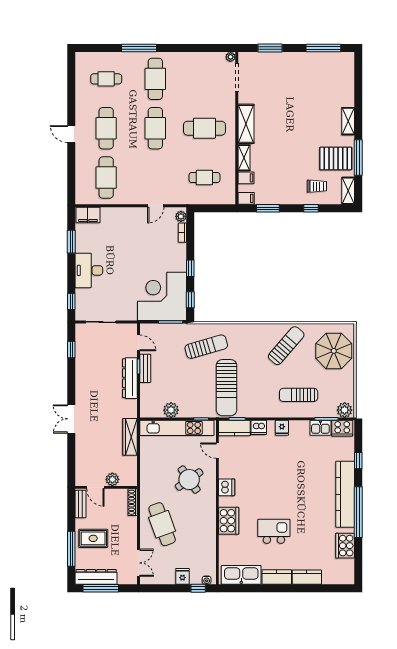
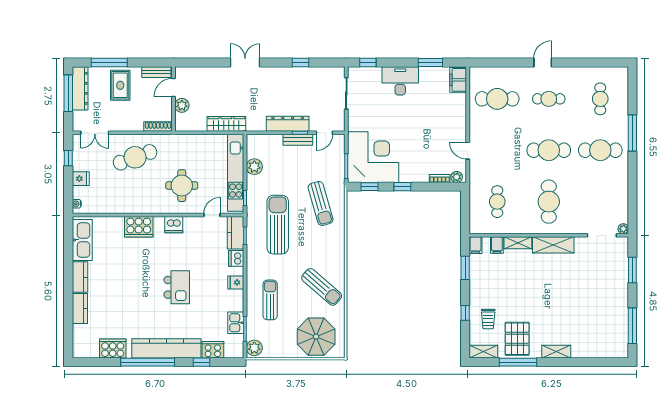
cafe table: (106, 128) -> (549, 99), width x0.73, depth x0.74
window: (71, 350) -> (300, 62), moved
sun lounger: (226, 388) -> (278, 225), turned 90
cooker: (342, 428) -> (213, 350), moved, turned 90
round table: (189, 480) -> (182, 186), turned 35
kitchen island: (274, 531) -> (177, 287), moved
window: (198, 588) -> (68, 158), moved

